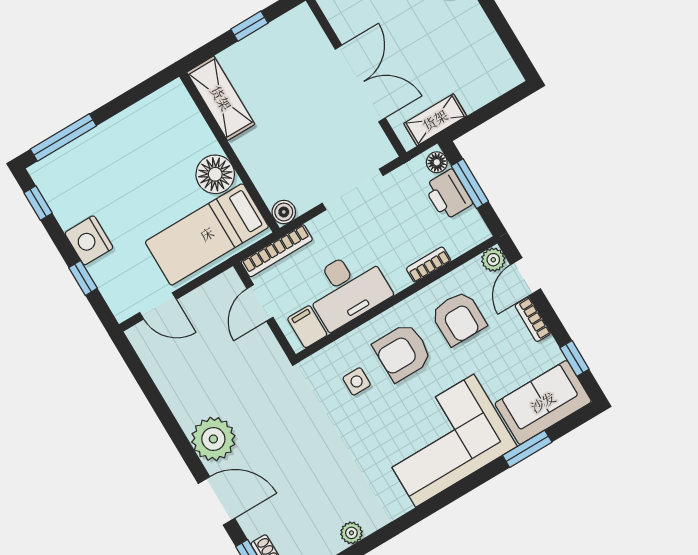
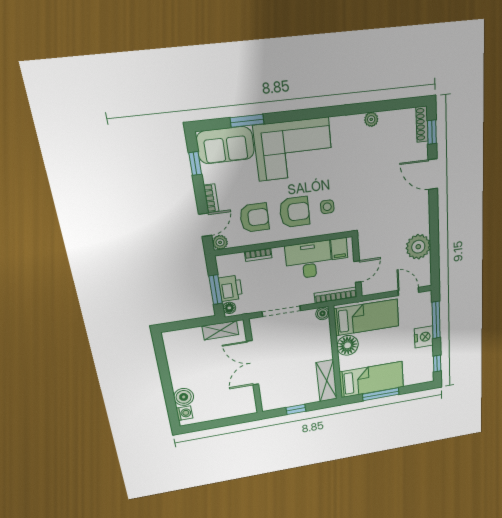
bed: (142, 130) -> (372, 379), added
window: (63, 137) -> (381, 394), moved
window: (83, 278) -> (436, 320), width x2.17
armchair: (458, 318) -> (254, 218), turned 90
plant: (213, 439) -> (418, 247), moved

